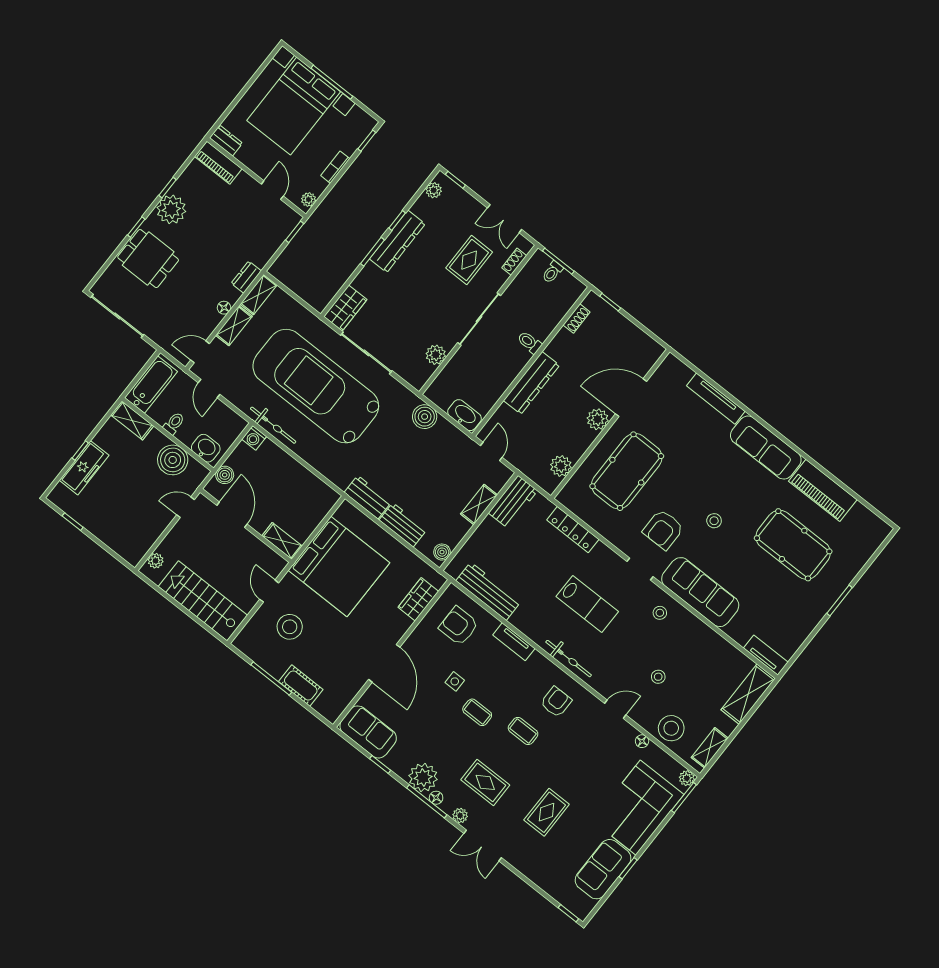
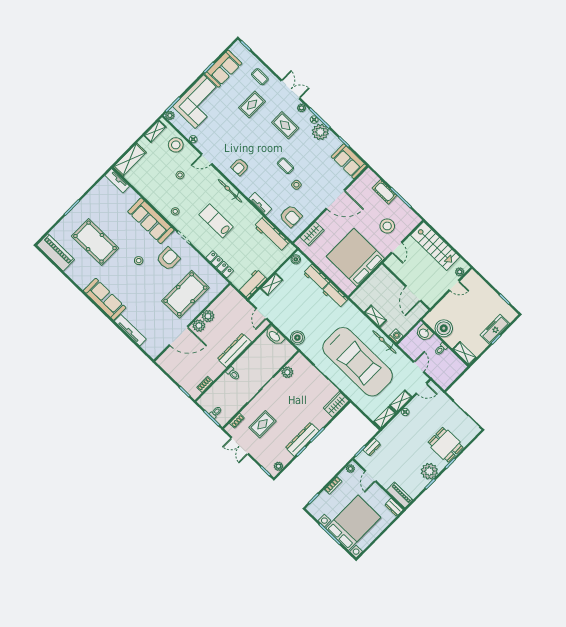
double door: (505, 219) -> (240, 446), swing flipped
dresser: (246, 277) -> (372, 447), moved
bathtub: (151, 385) -> (452, 373), removed
plant: (561, 466) -> (208, 316), moved
boiler: (225, 475) -> (415, 317), removed
piano: (823, 490) -> (56, 252), moved
door: (185, 507) -> (454, 285), moved
shelving: (282, 541) -> (375, 316), moved
door: (384, 663) -> (335, 199), swing flipped
coffee table: (523, 731) -> (260, 77), moved

